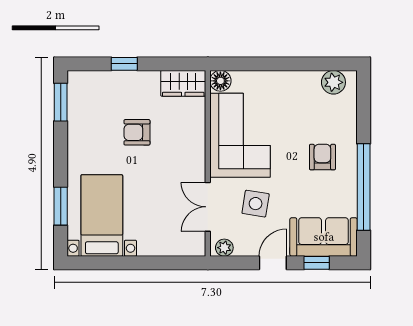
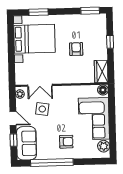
corner sofa: (240, 135) -> (94, 119), moved, turned 90
double door: (208, 207) -> (40, 85), swing flipped
bed with nightstands: (102, 215) -> (34, 39), width x1.36

